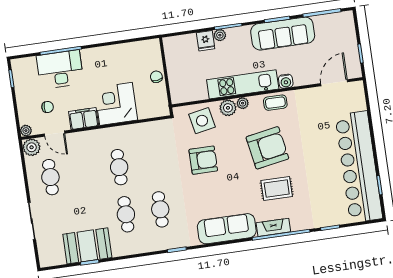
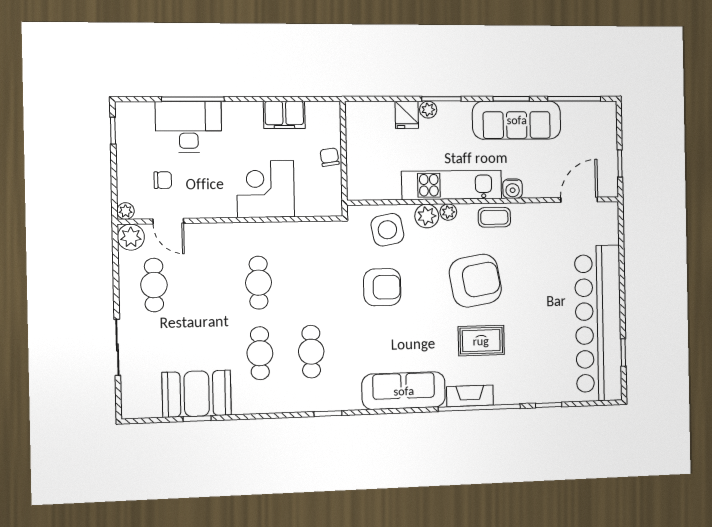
filing cabinet: (84, 119) -> (284, 115), moved, turned 180

